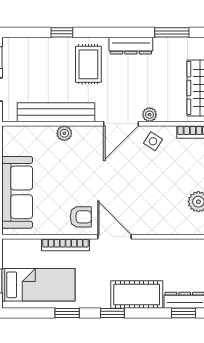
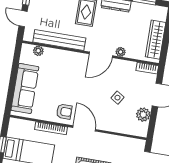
plant: (64, 133) -> (38, 51), moved
side table: (153, 141) -> (117, 98), moved

